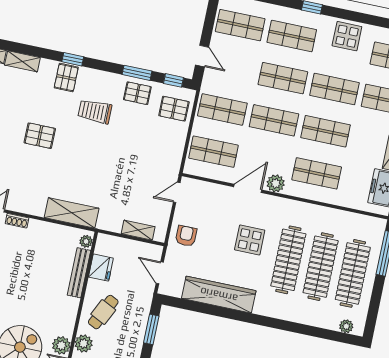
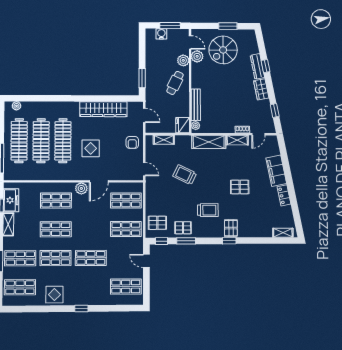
shop shelf: (292, 36) -> (91, 287), removed
shelving: (22, 61) -> (237, 140), moved
shop shelf: (274, 120) -> (91, 229), removed
trolley: (118, 171) -> (185, 175), added
door: (177, 192) -> (144, 169), hinge flipped
fridge: (101, 268) -> (183, 125), moved

